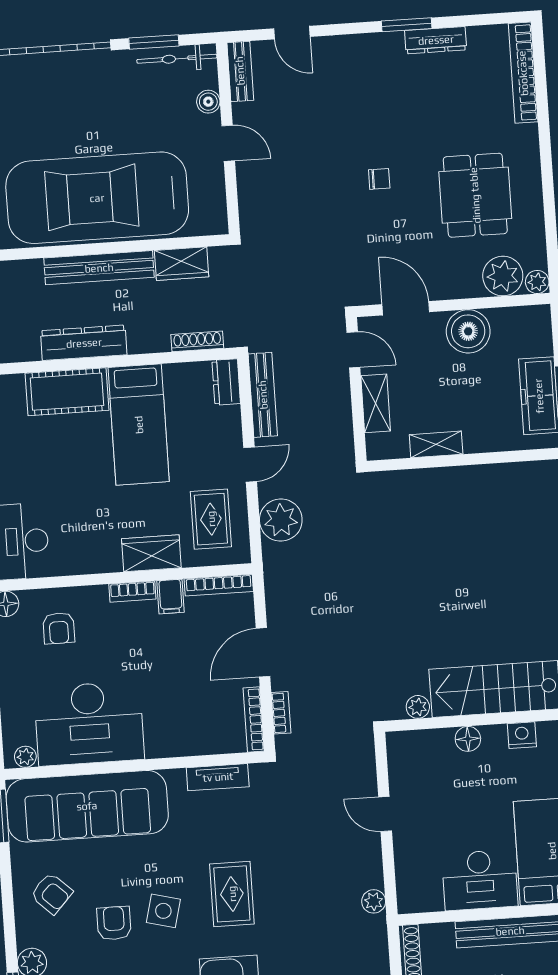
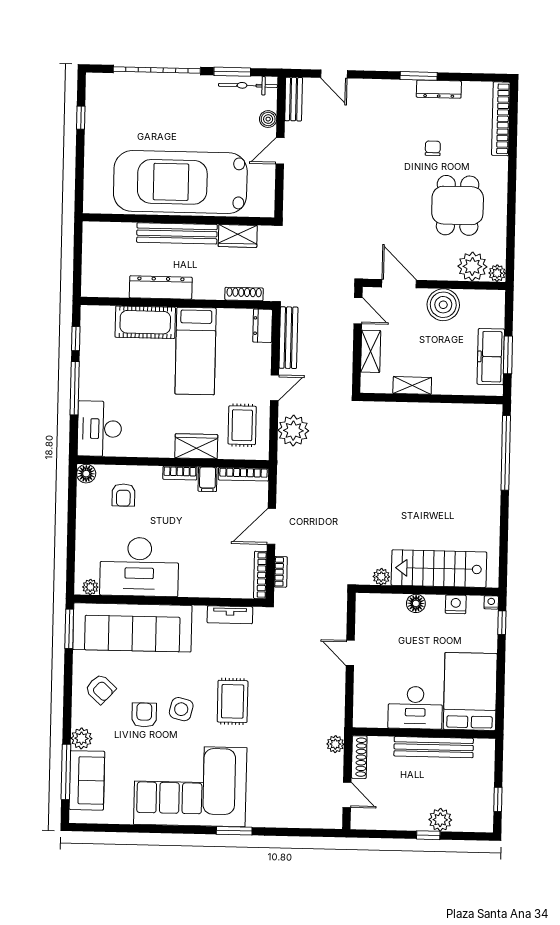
door: (228, 143) -> (280, 151), swing flipped
chair: (379, 179) -> (433, 148), moved, turned -90
plant: (374, 901) -> (335, 744), moved

